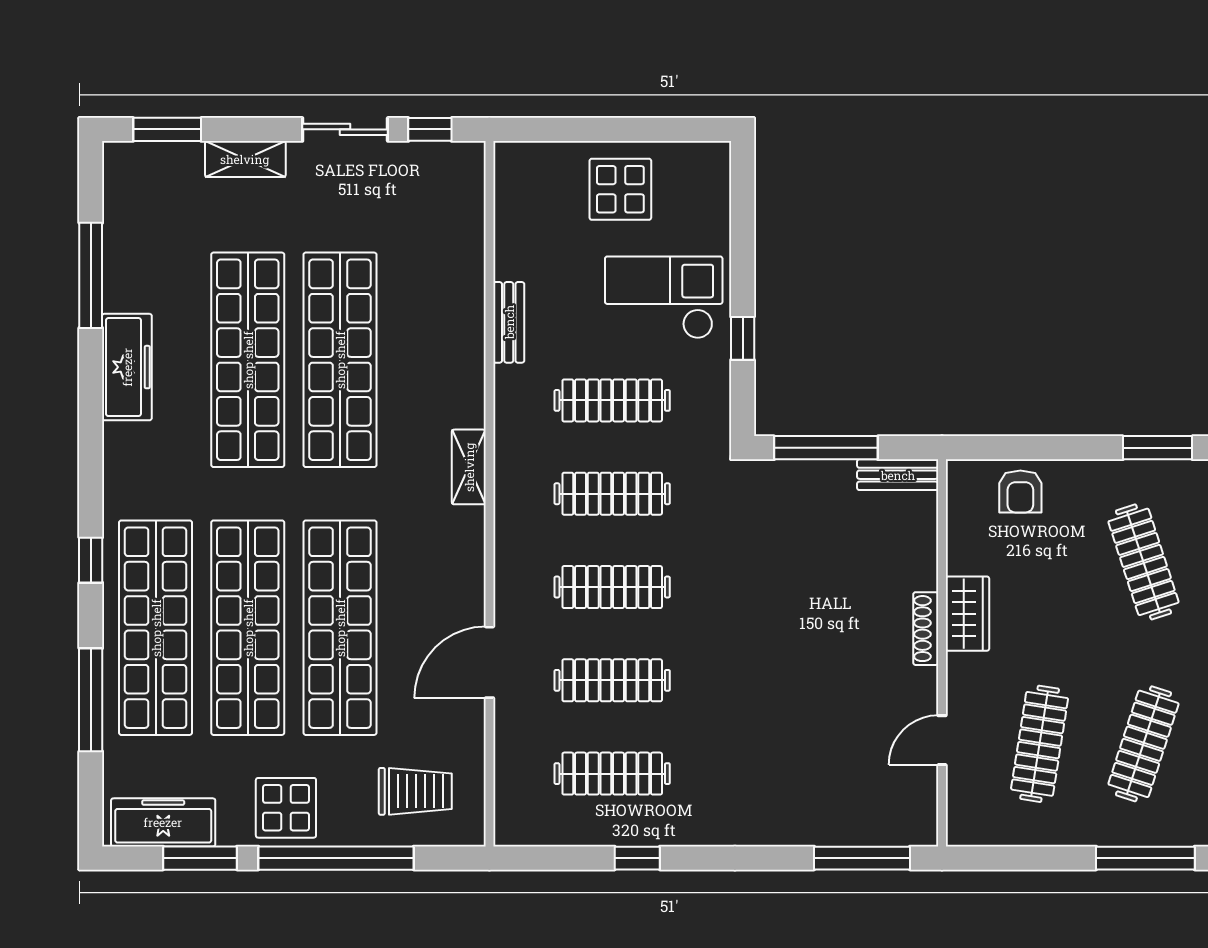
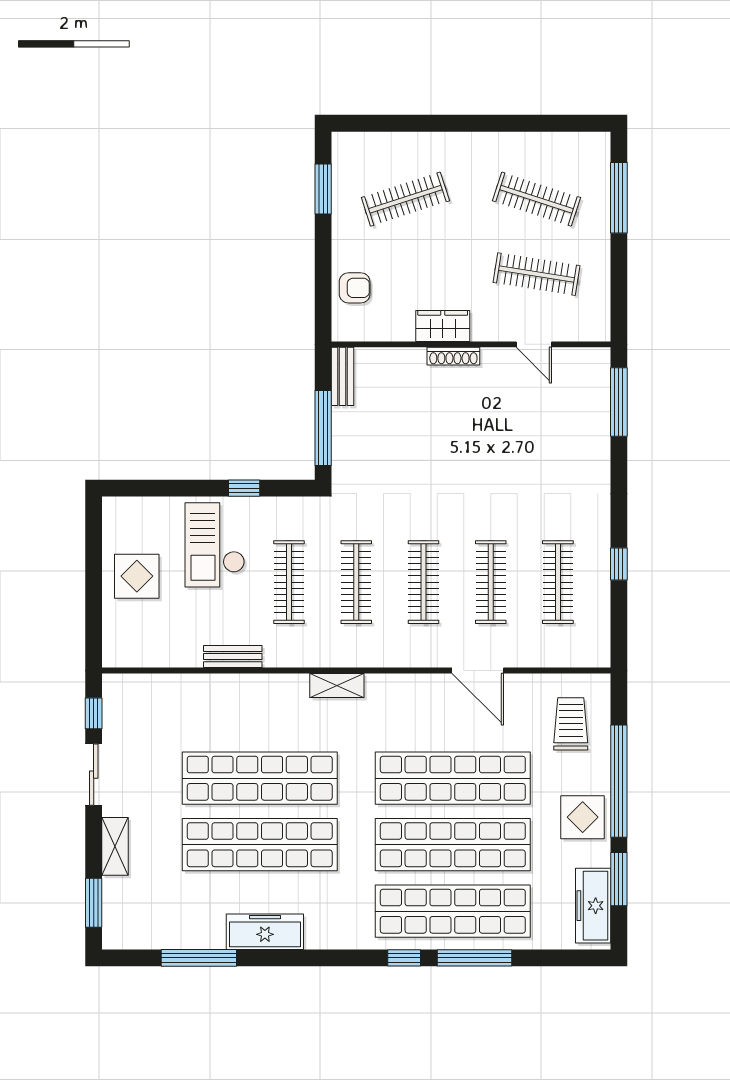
window: (91, 700) -> (474, 958), moved

